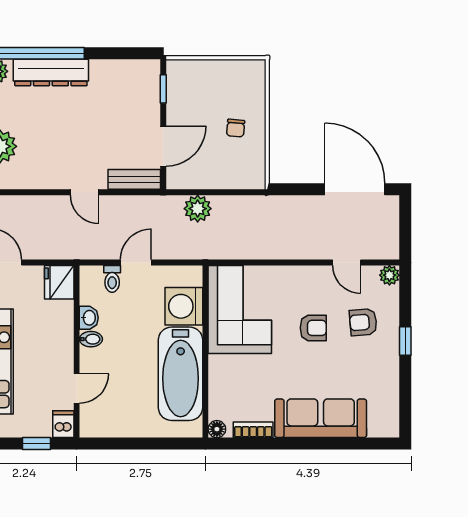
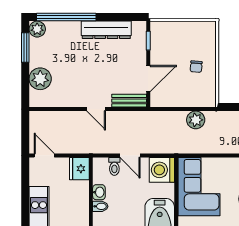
dresser: (51, 73) -> (106, 30), moved
plant: (198, 209) -> (196, 120), moved
door: (136, 262) -> (130, 156), swing flipped
washing machine: (184, 306) -> (162, 170), moved

